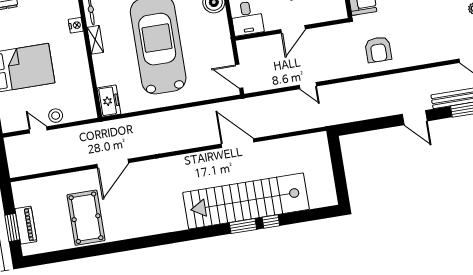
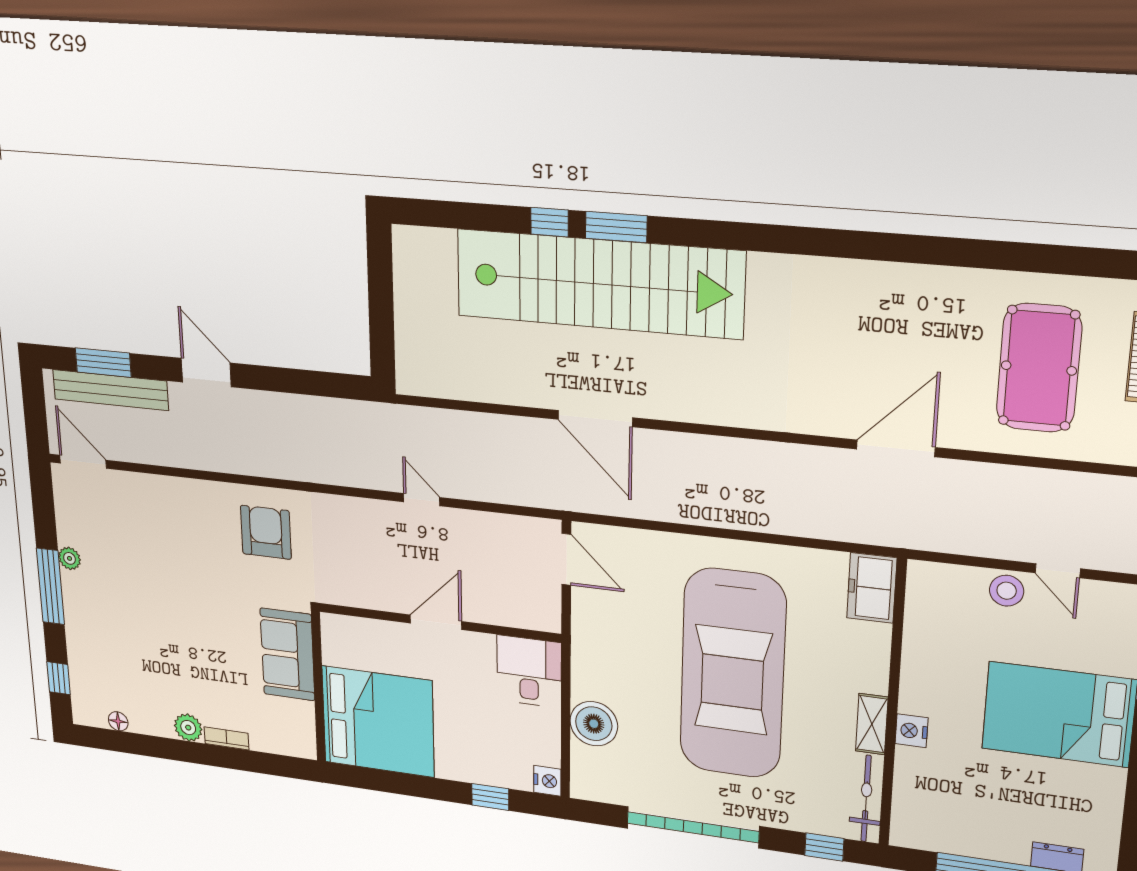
nightstand: (76, 25) -> (912, 731), moved
pool table: (86, 218) -> (1039, 368), moved

